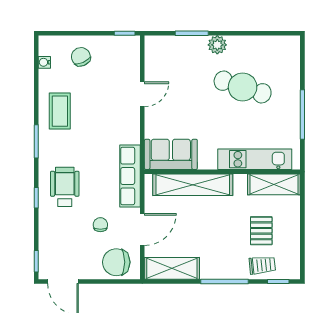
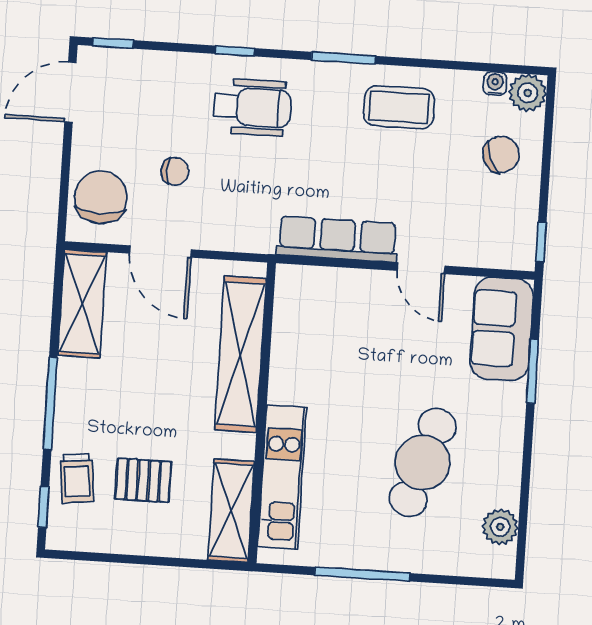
plant: (48, 45) -> (528, 93), added
plant: (217, 45) -> (500, 527), moved
sofa: (171, 154) -> (502, 329), moved, turned 180
row of seats: (130, 176) -> (337, 239), moved

